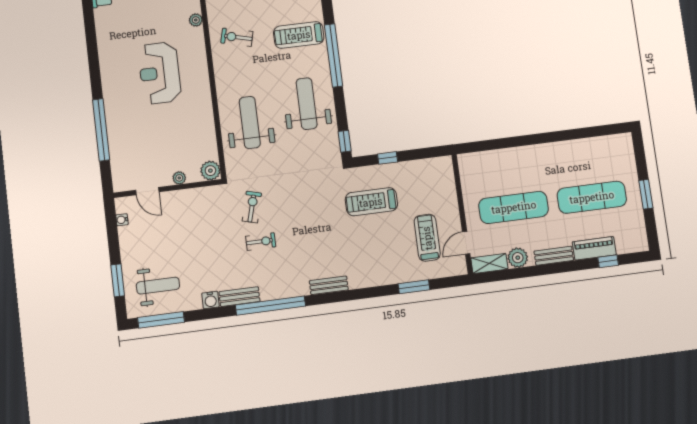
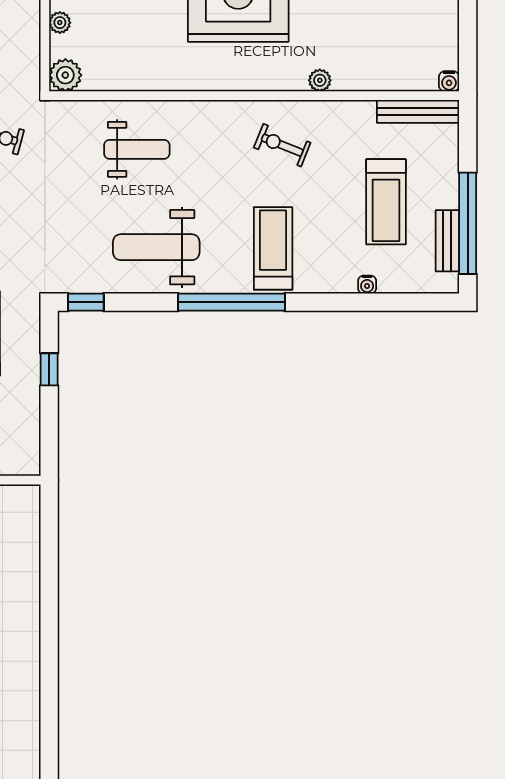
exercise bike: (237, 37) -> (282, 145), turned -82
weight bench: (307, 104) -> (156, 247), turned 180
weight bench: (250, 122) -> (137, 149), width x0.73, depth x0.75

